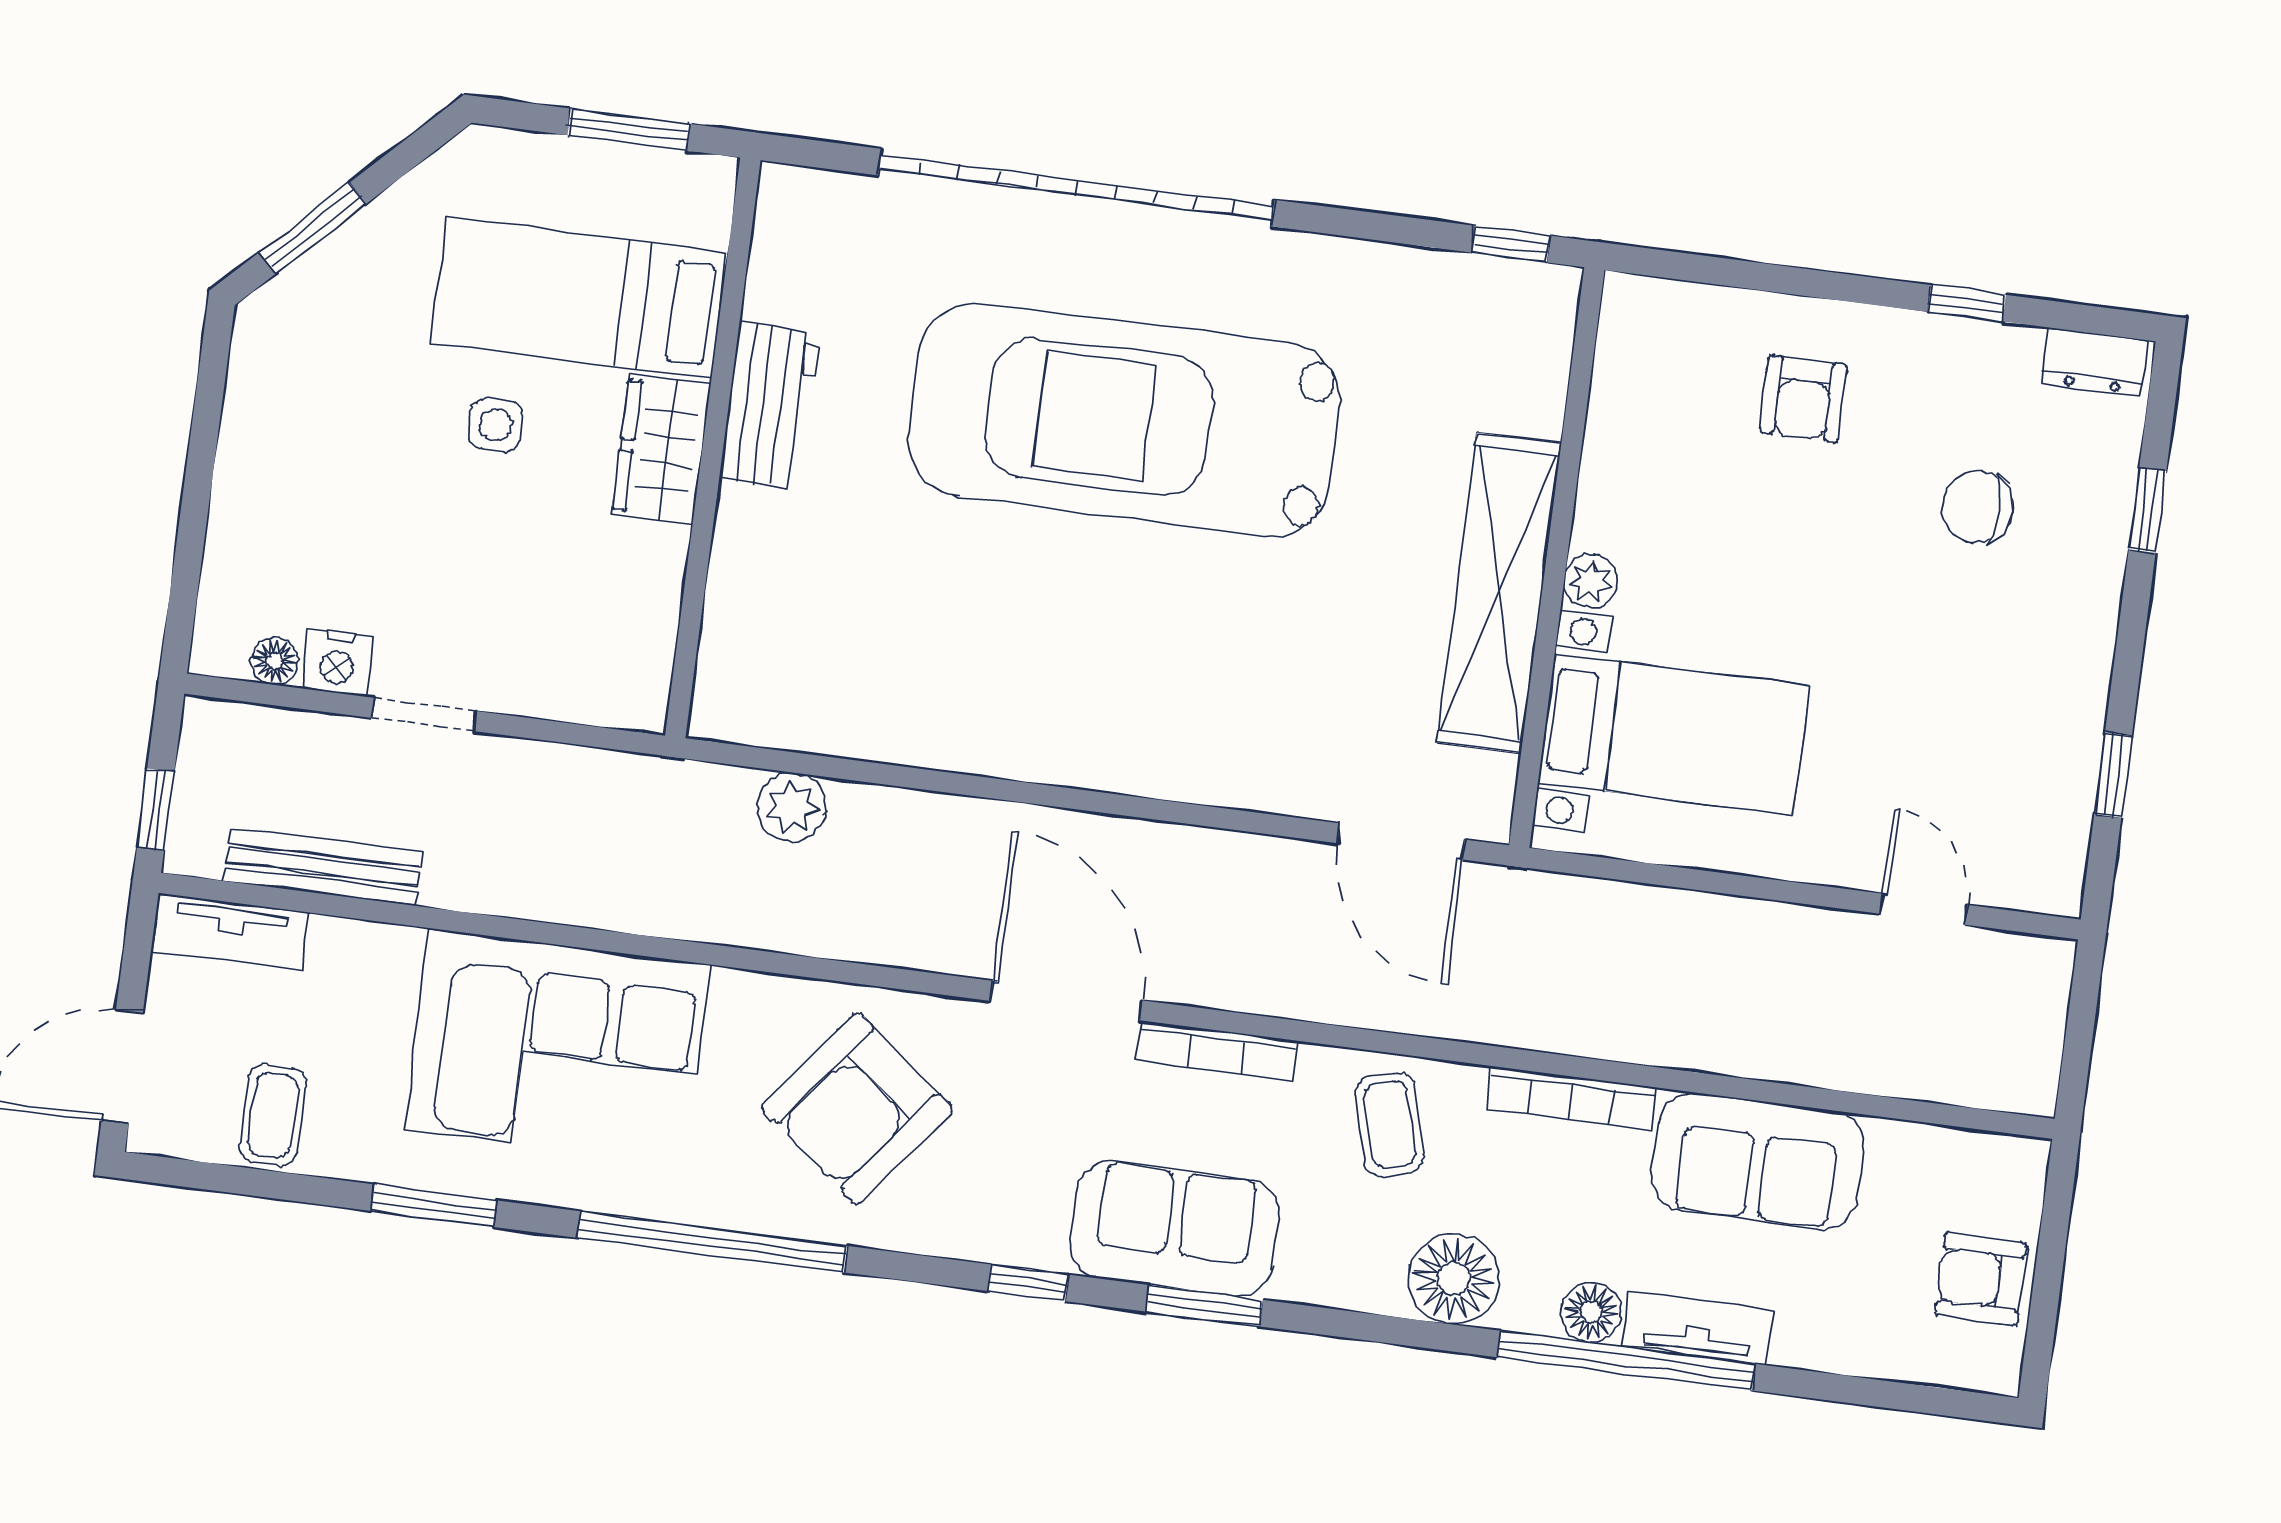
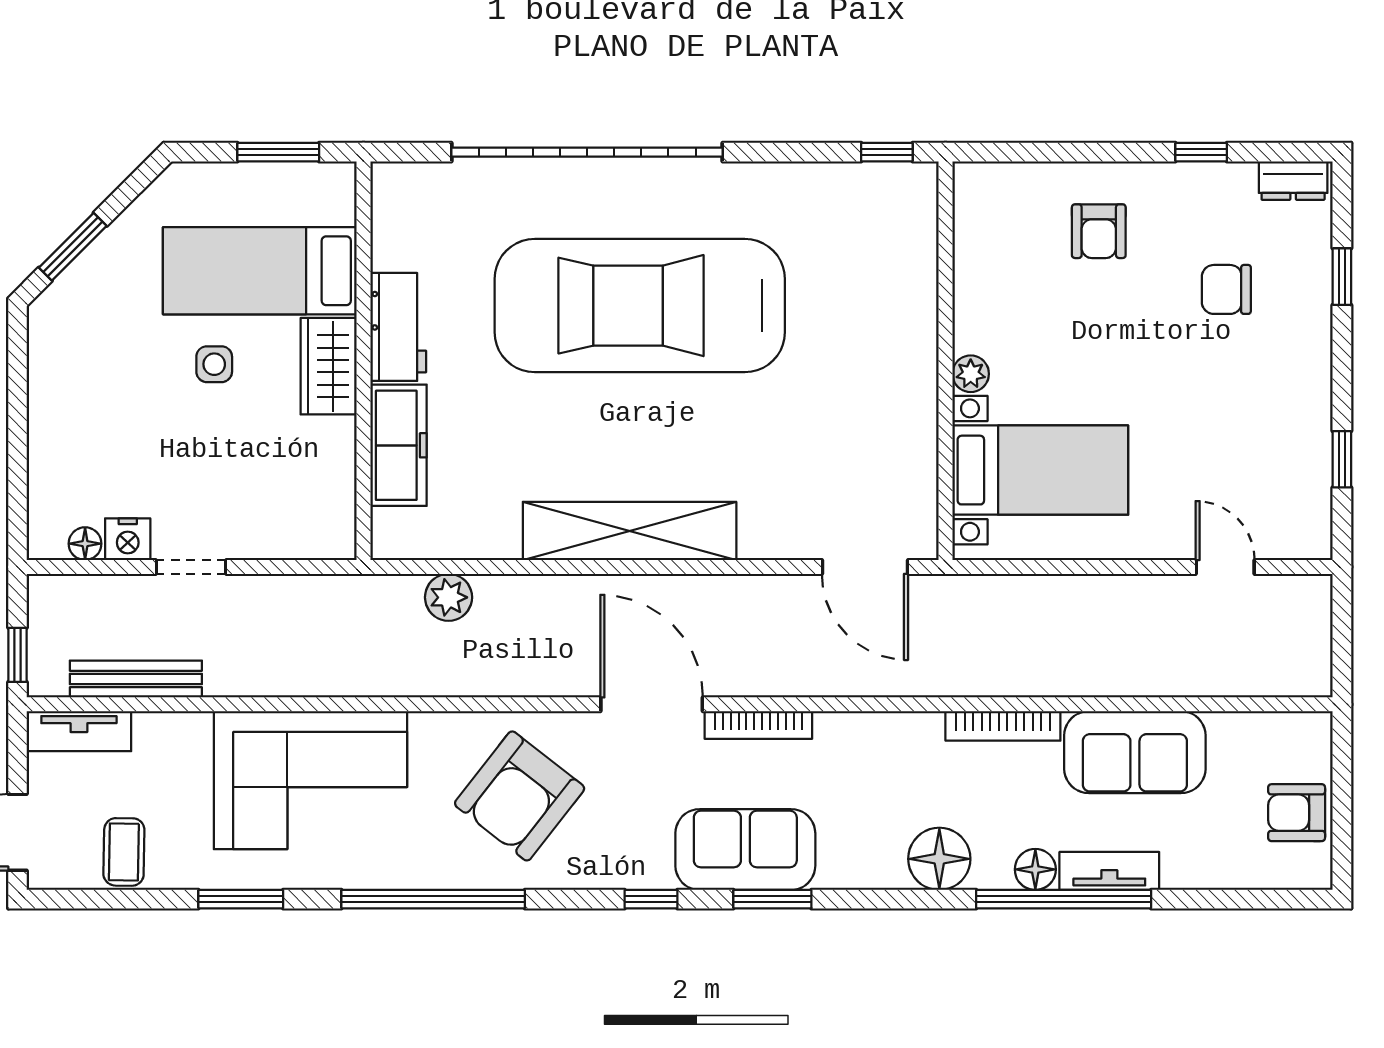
freezer: (748, 577) -> (399, 445), added
shelving: (1499, 593) -> (630, 531), moved, turned 90
coffee table: (1390, 1124) -> (882, 760), removed

